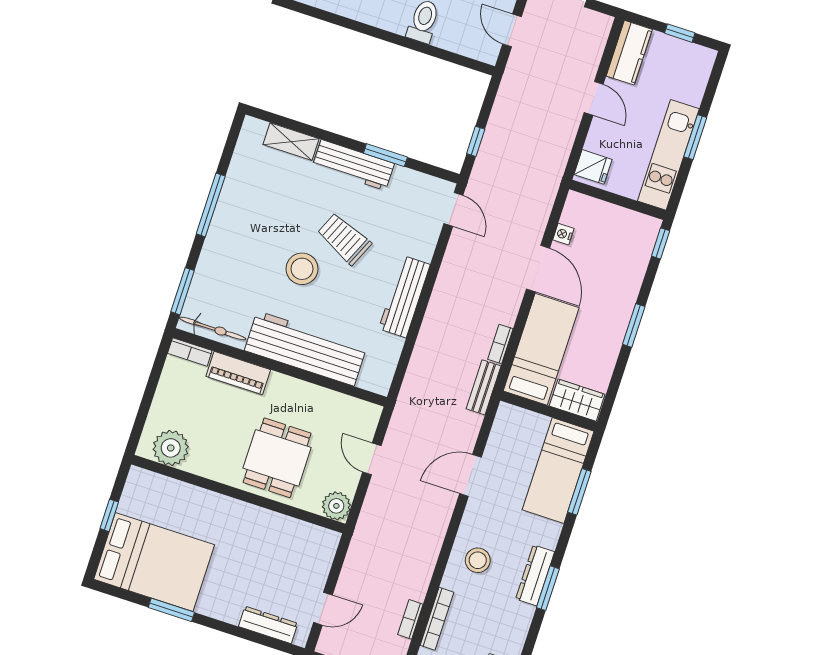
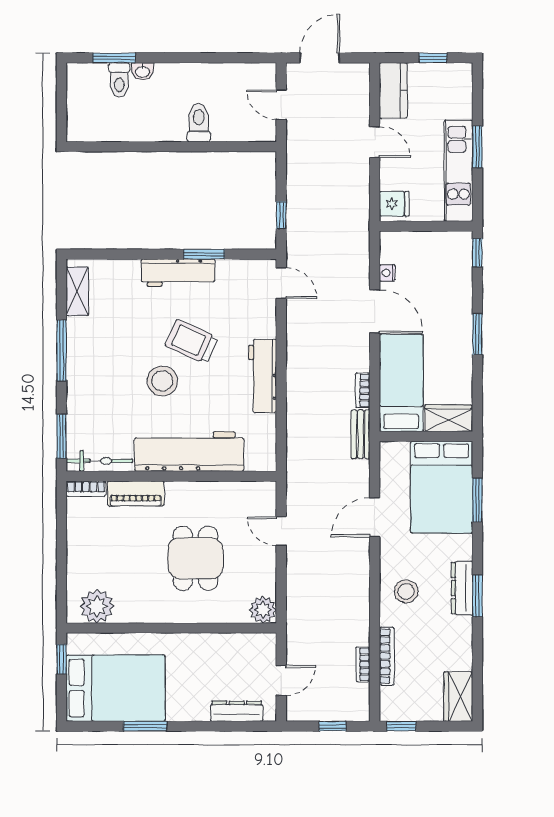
shelving: (291, 142) -> (77, 291), moved, turned 90
plant: (171, 448) -> (97, 606), moved
bed: (558, 471) -> (442, 487), width x1.50
wall: (238, 494) -> (171, 628), moved
plant: (336, 506) -> (263, 610), moved

